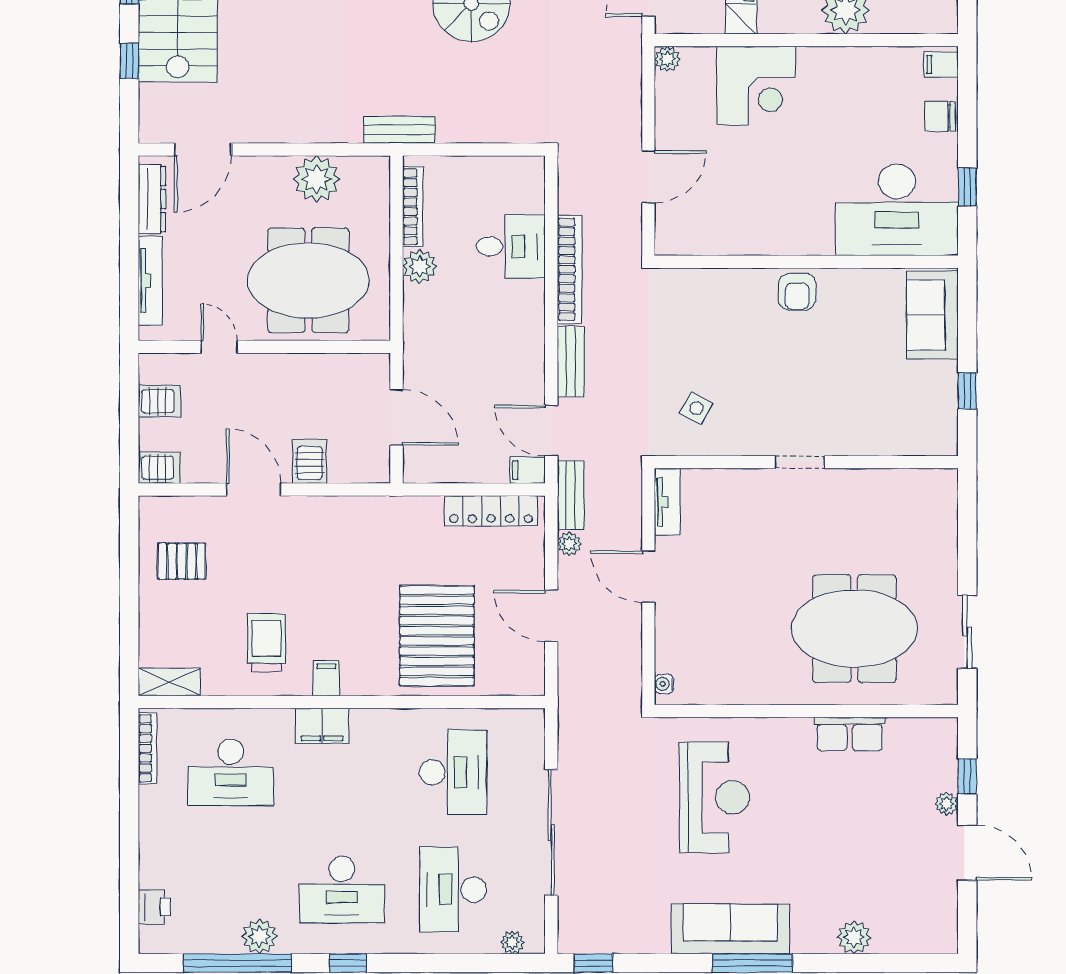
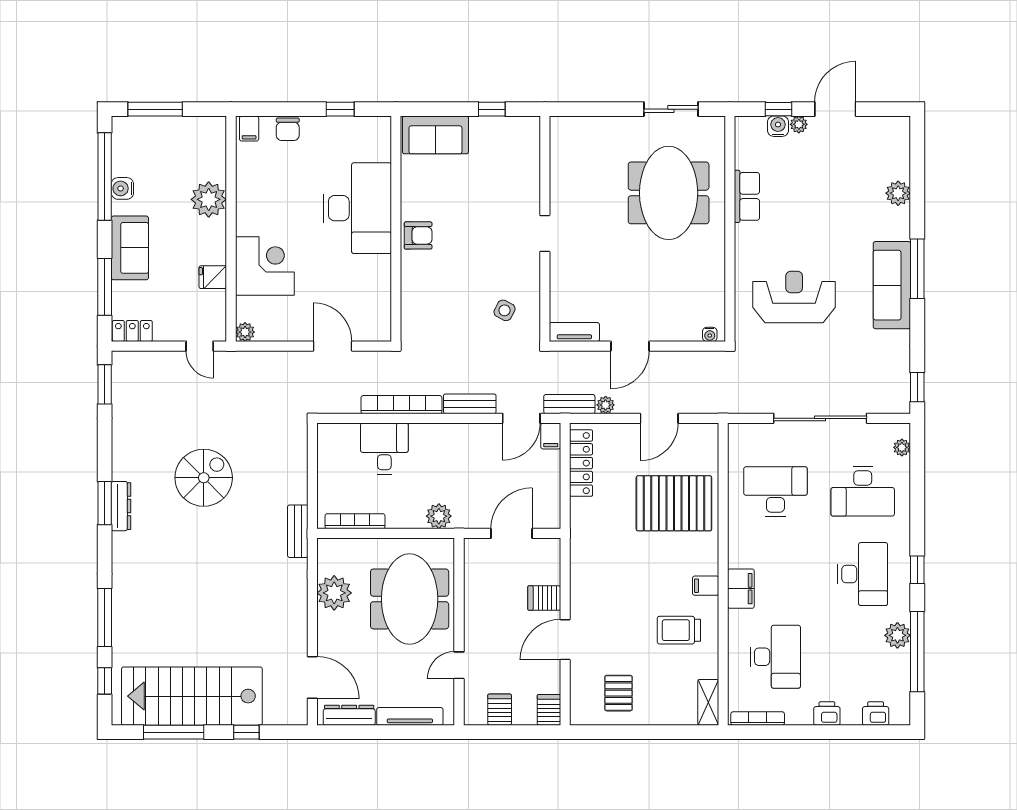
desk: (897, 210) -> (357, 208), moved
plant: (420, 267) -> (439, 516), moved
water cooler: (944, 776) -> (778, 126), added
printer: (154, 842) -> (827, 713), added

